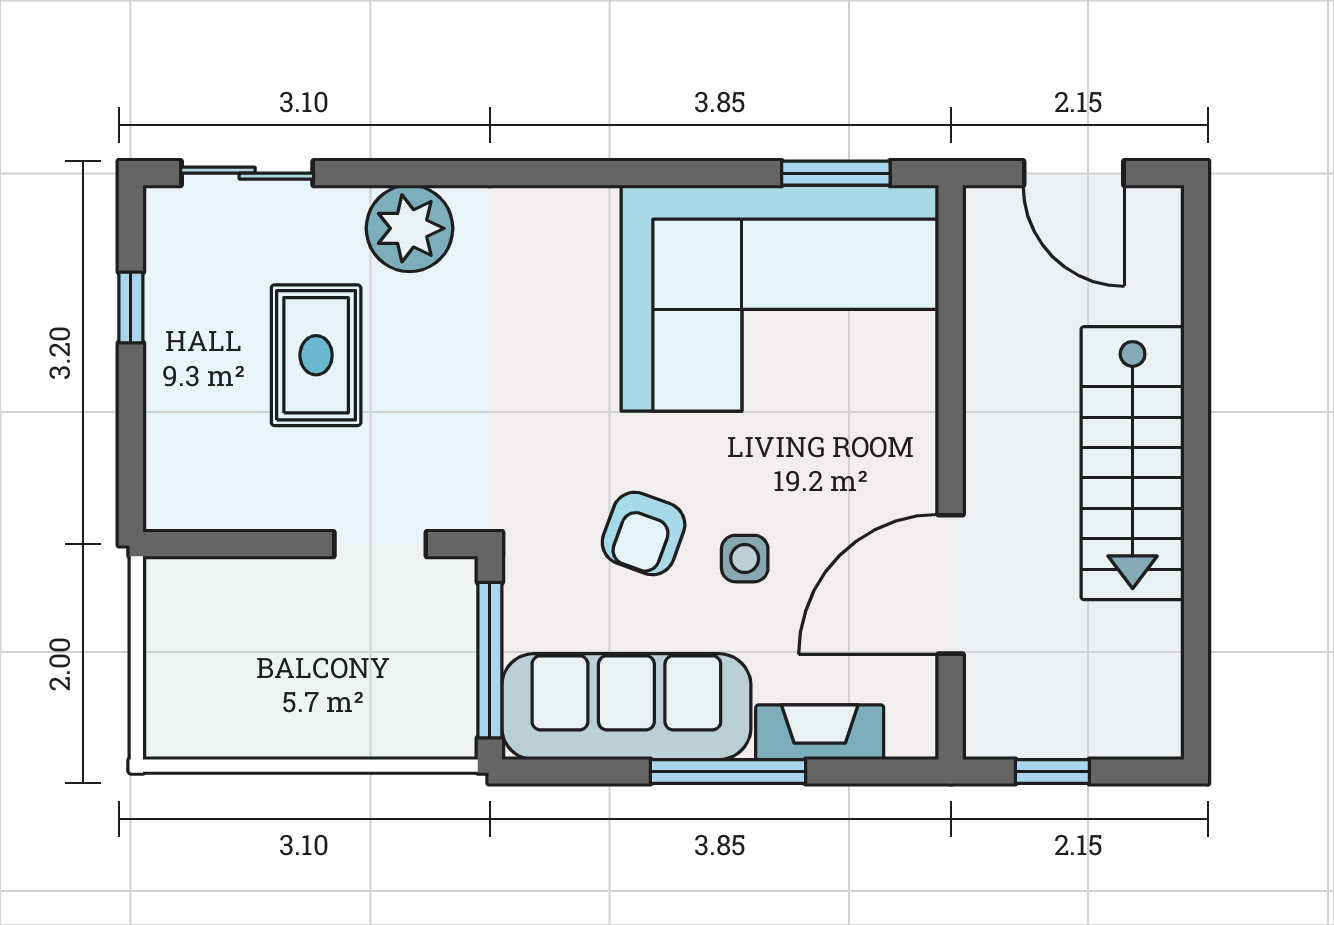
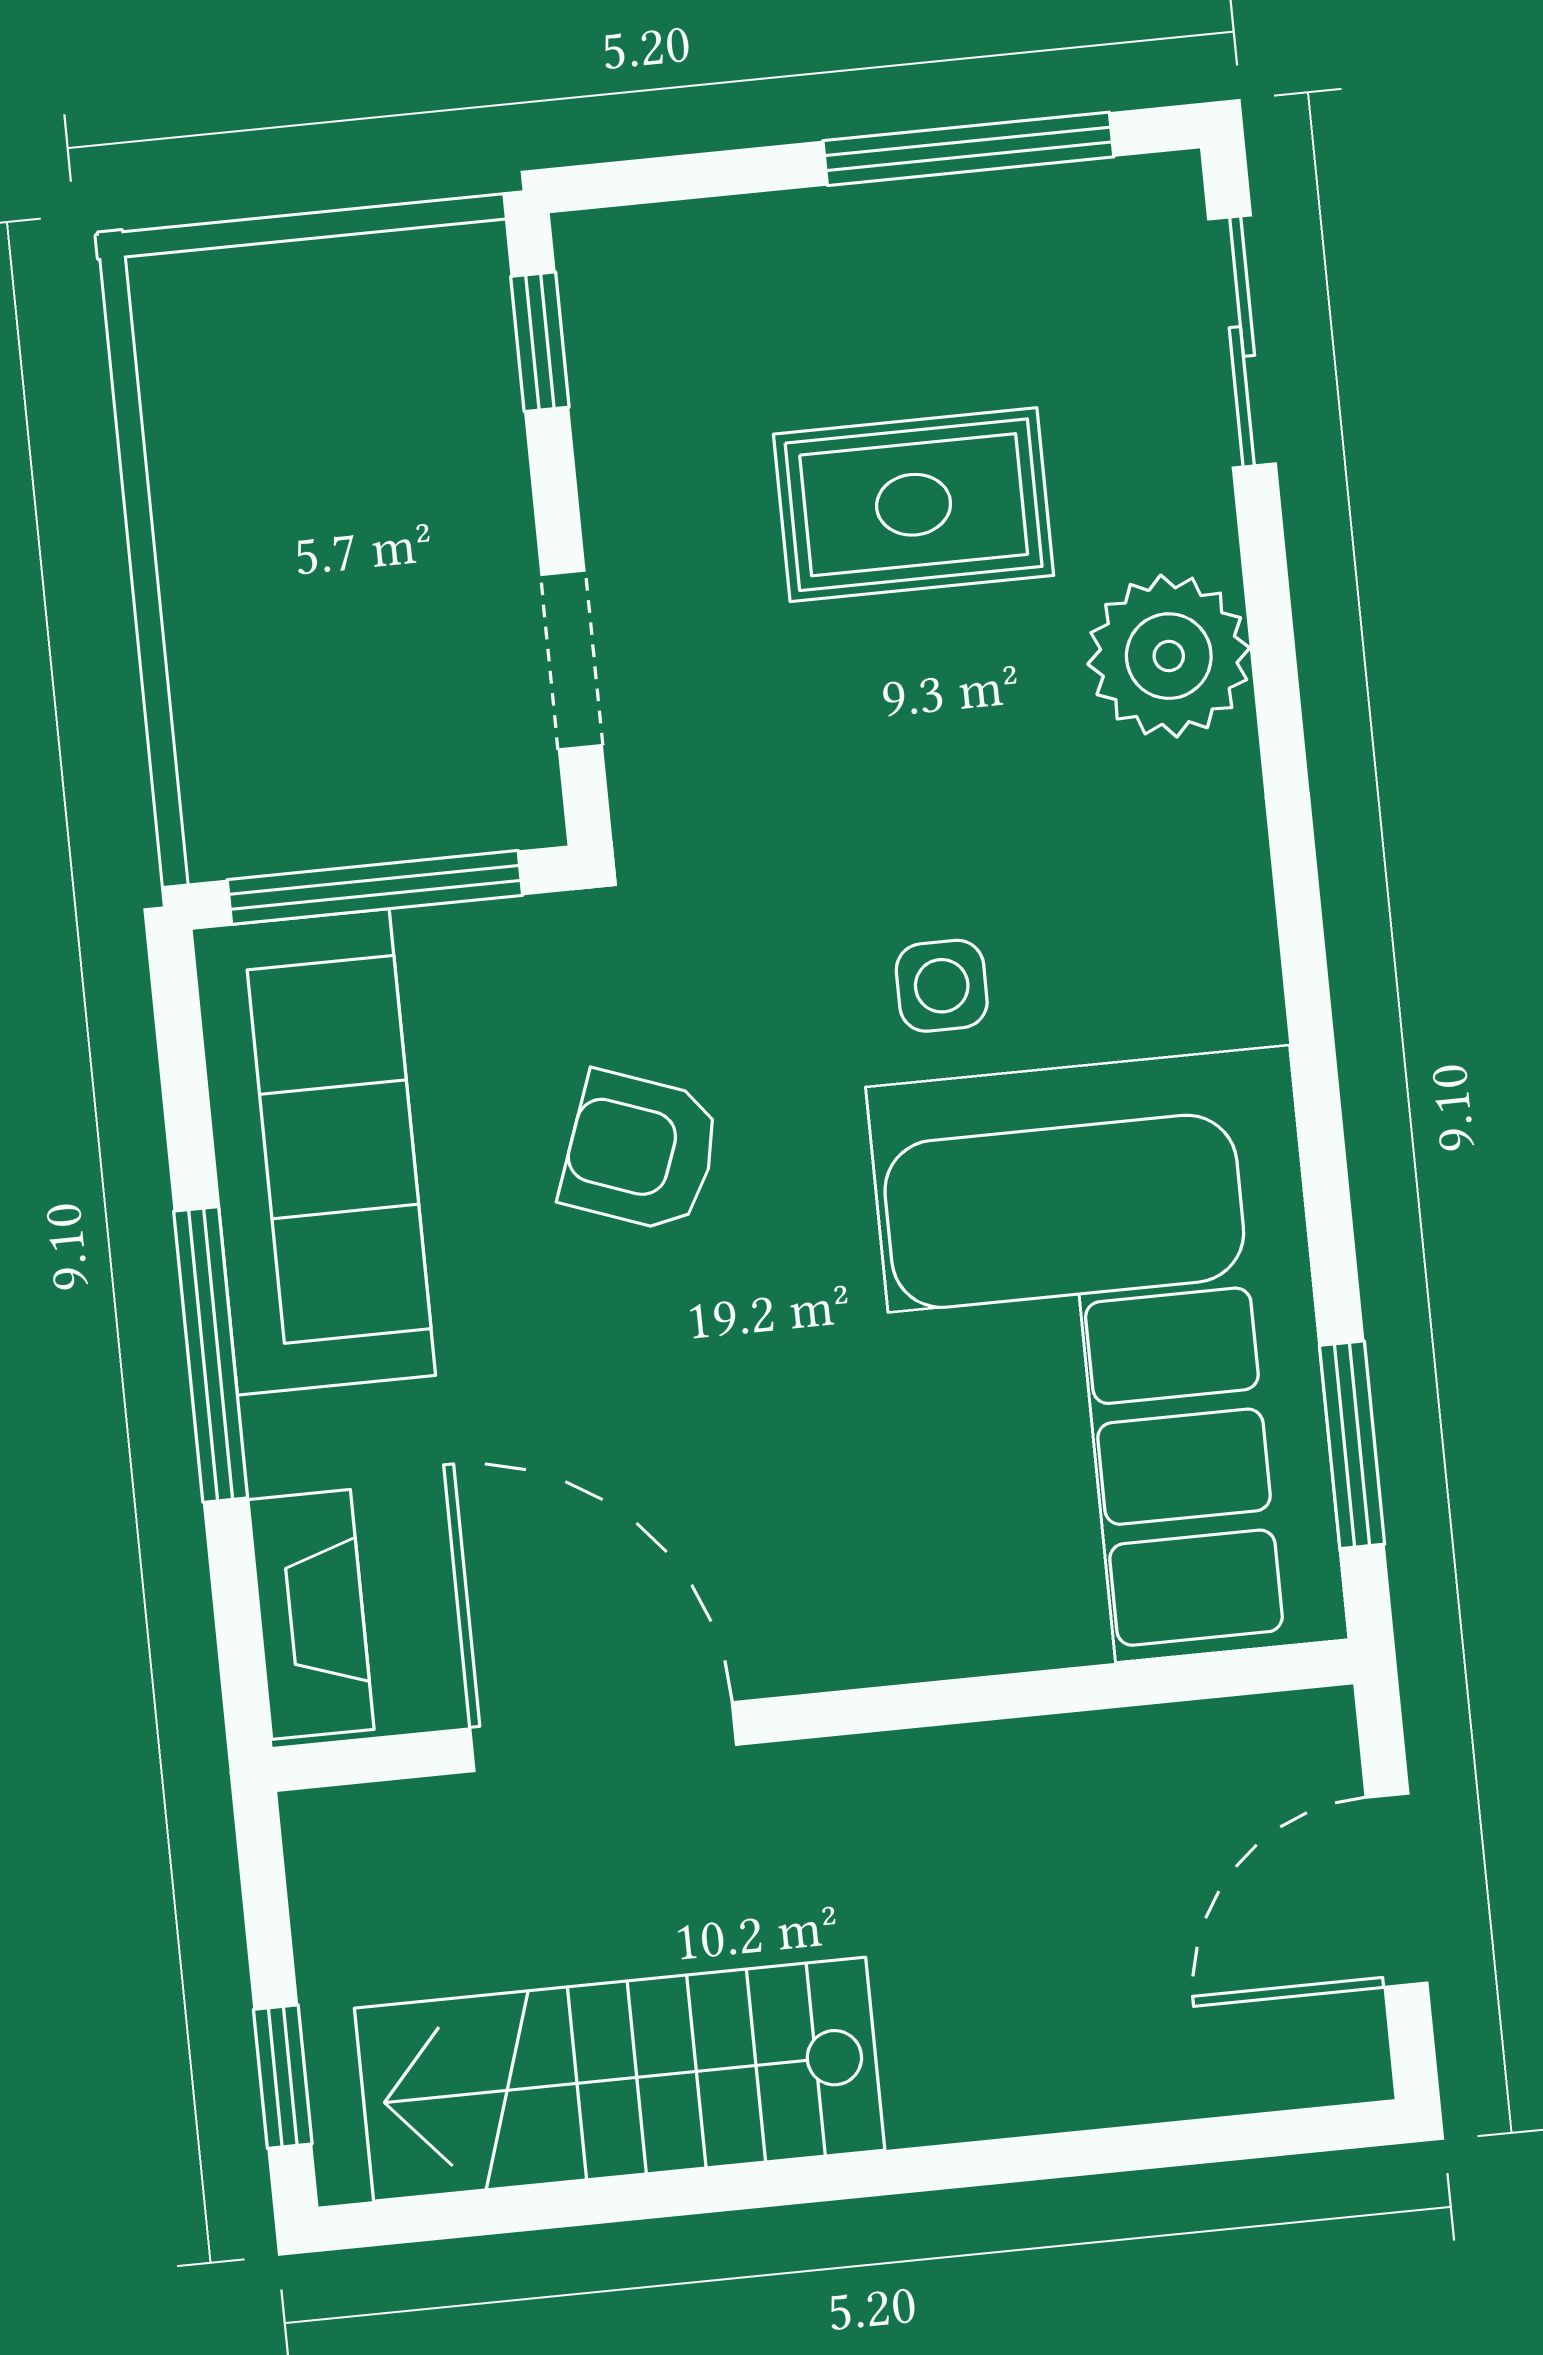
window: (131, 308) -> (968, 149), width x2.17
stairs: (1133, 463) -> (620, 2079), moved
window: (210, 544) -> (540, 342), added
side table: (745, 559) -> (942, 986), moved
fireplace: (820, 732) -> (311, 1614), moved
window: (1052, 772) -> (283, 2077), moved

